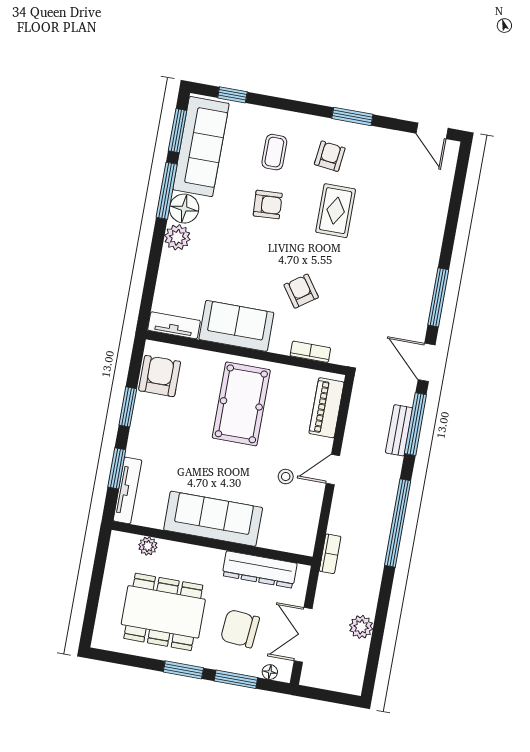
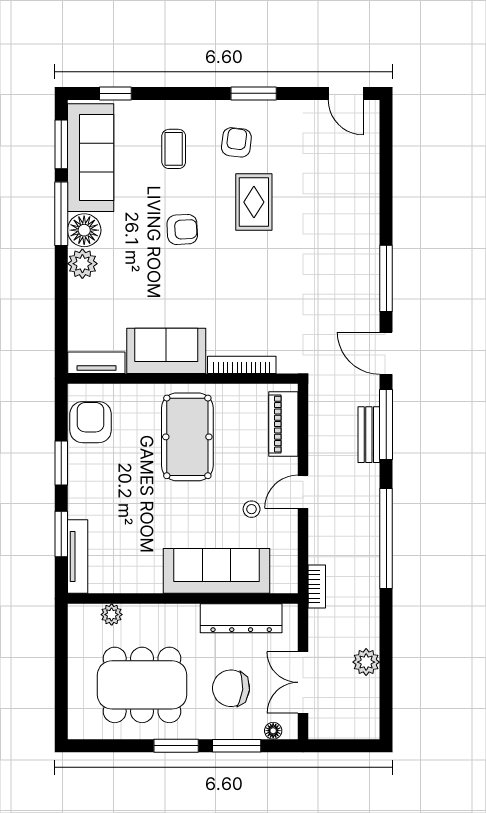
armchair: (268, 205) -> (182, 229), moved
armchair: (301, 291) -> (232, 299), removed
bookcase: (310, 352) -> (242, 365), width x1.56
sofa: (213, 519) -> (216, 571), moved

